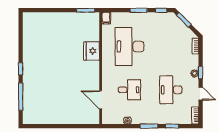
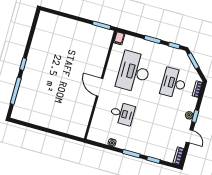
fridge: (91, 51) -> (96, 66), removed
desk: (171, 90) -> (174, 83), moved
door: (101, 100) -> (100, 87), moved

